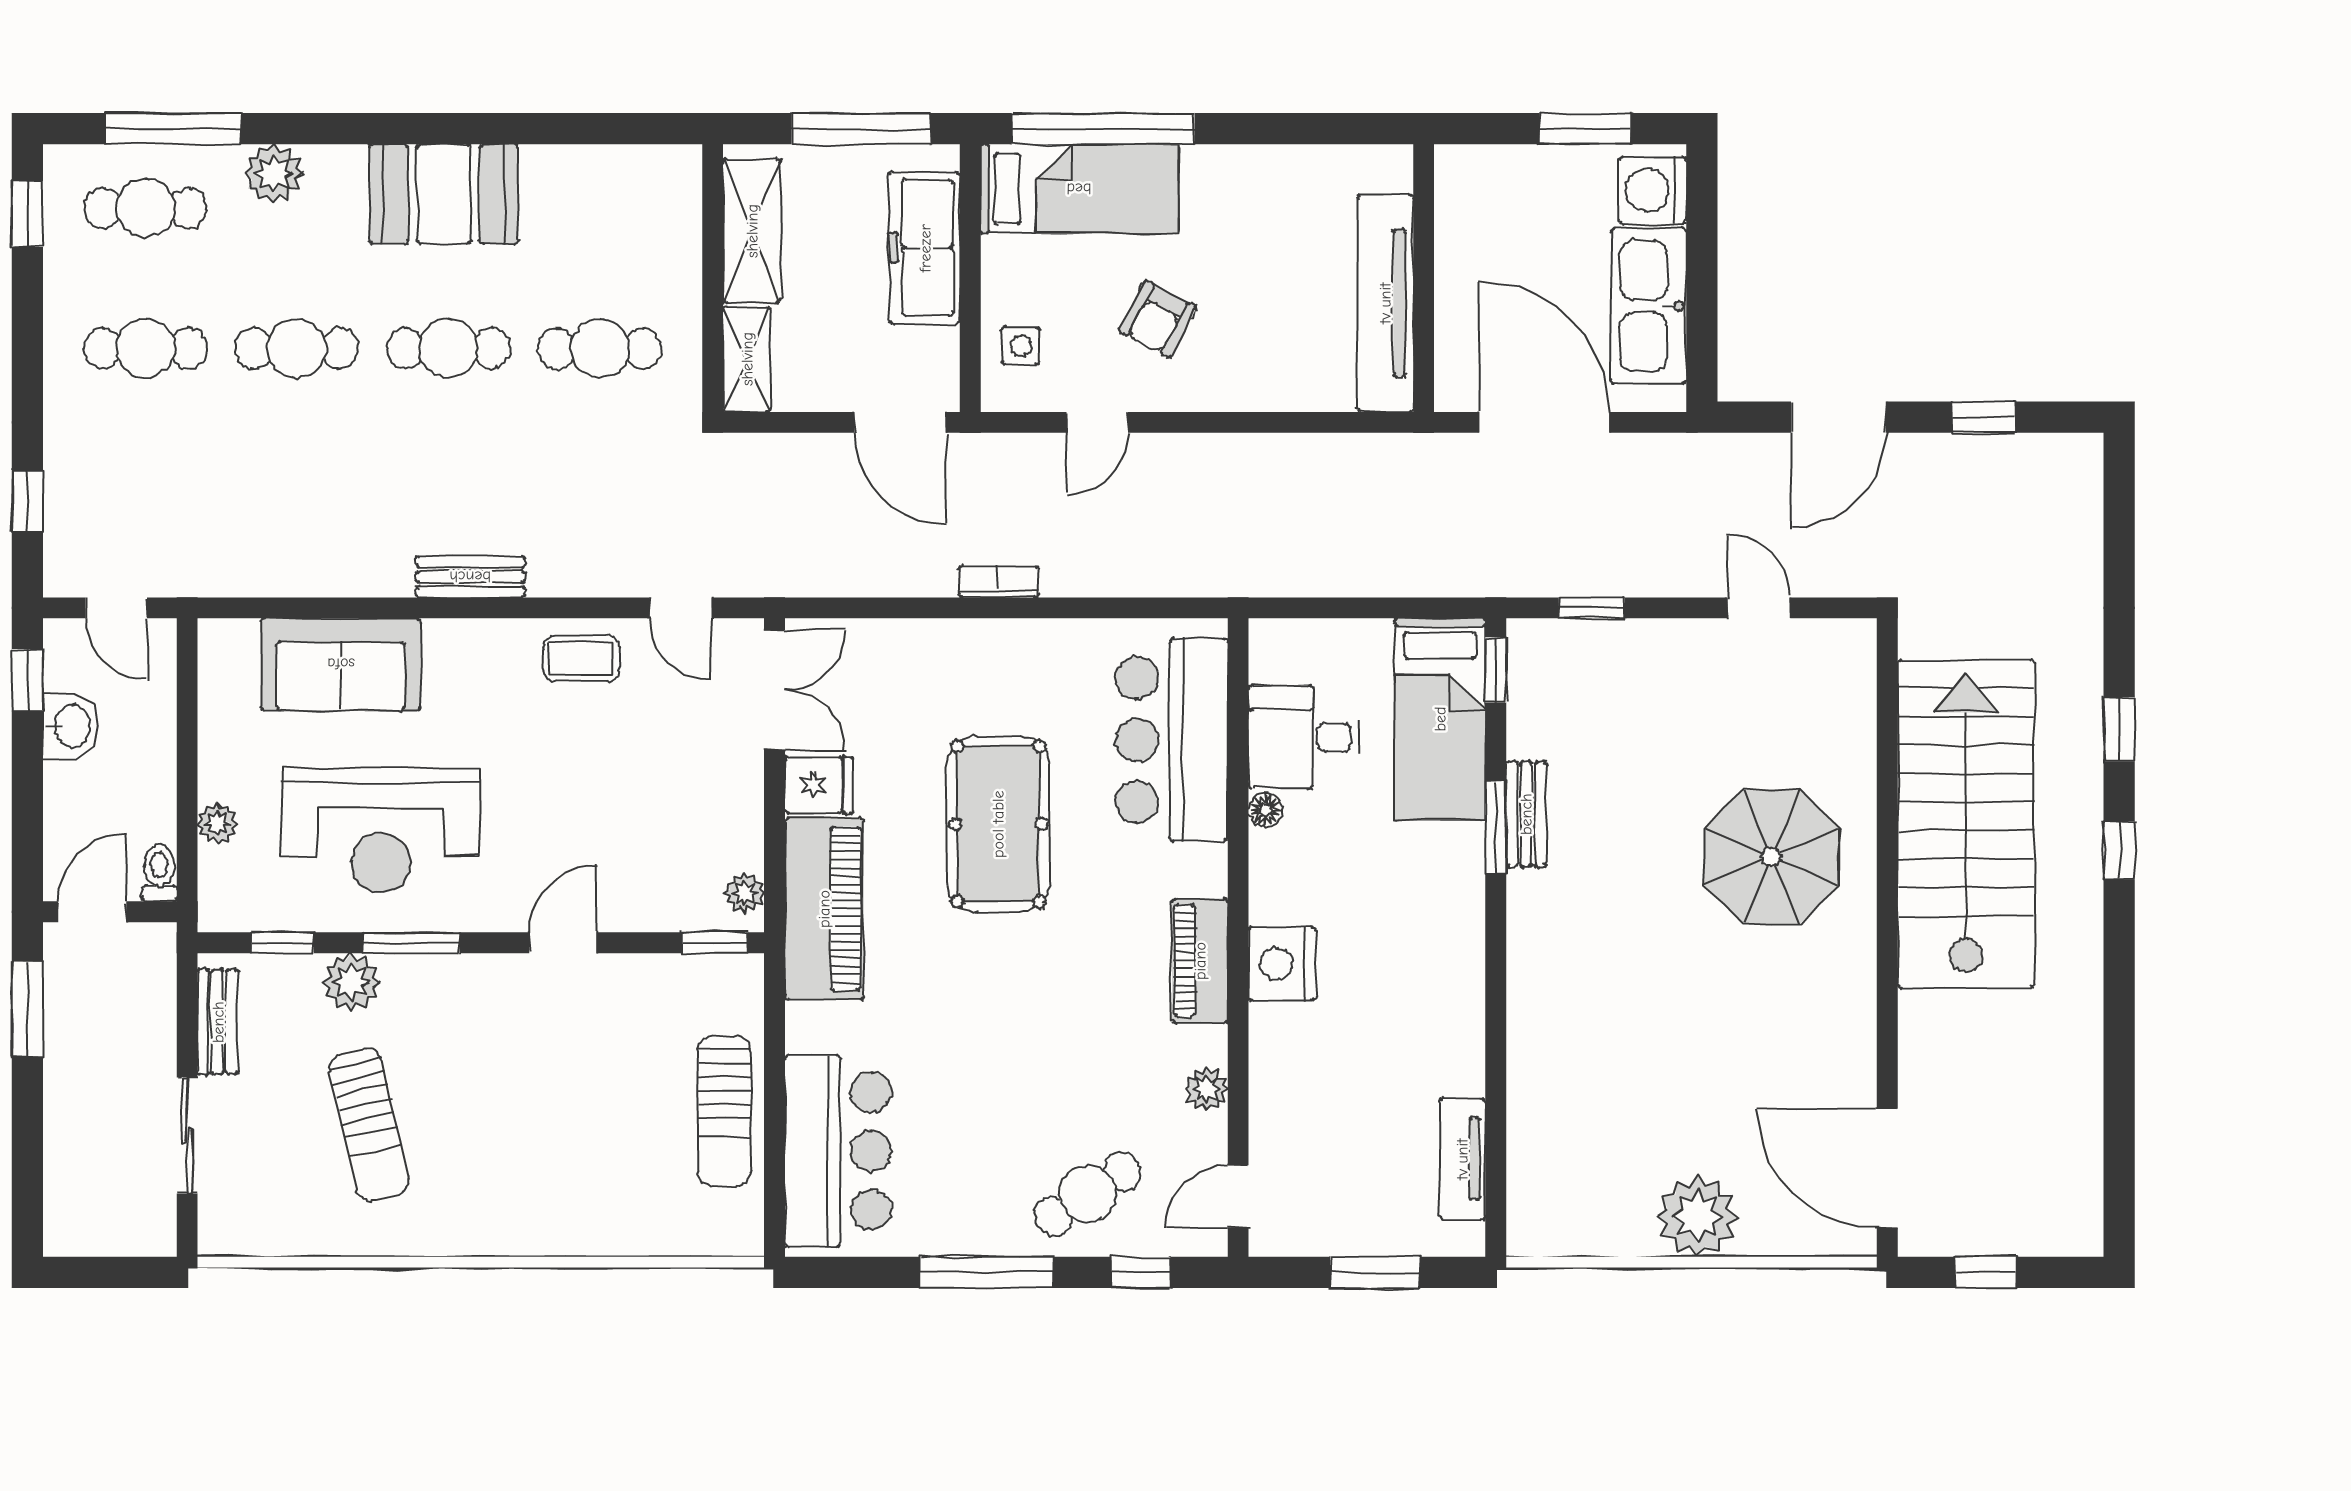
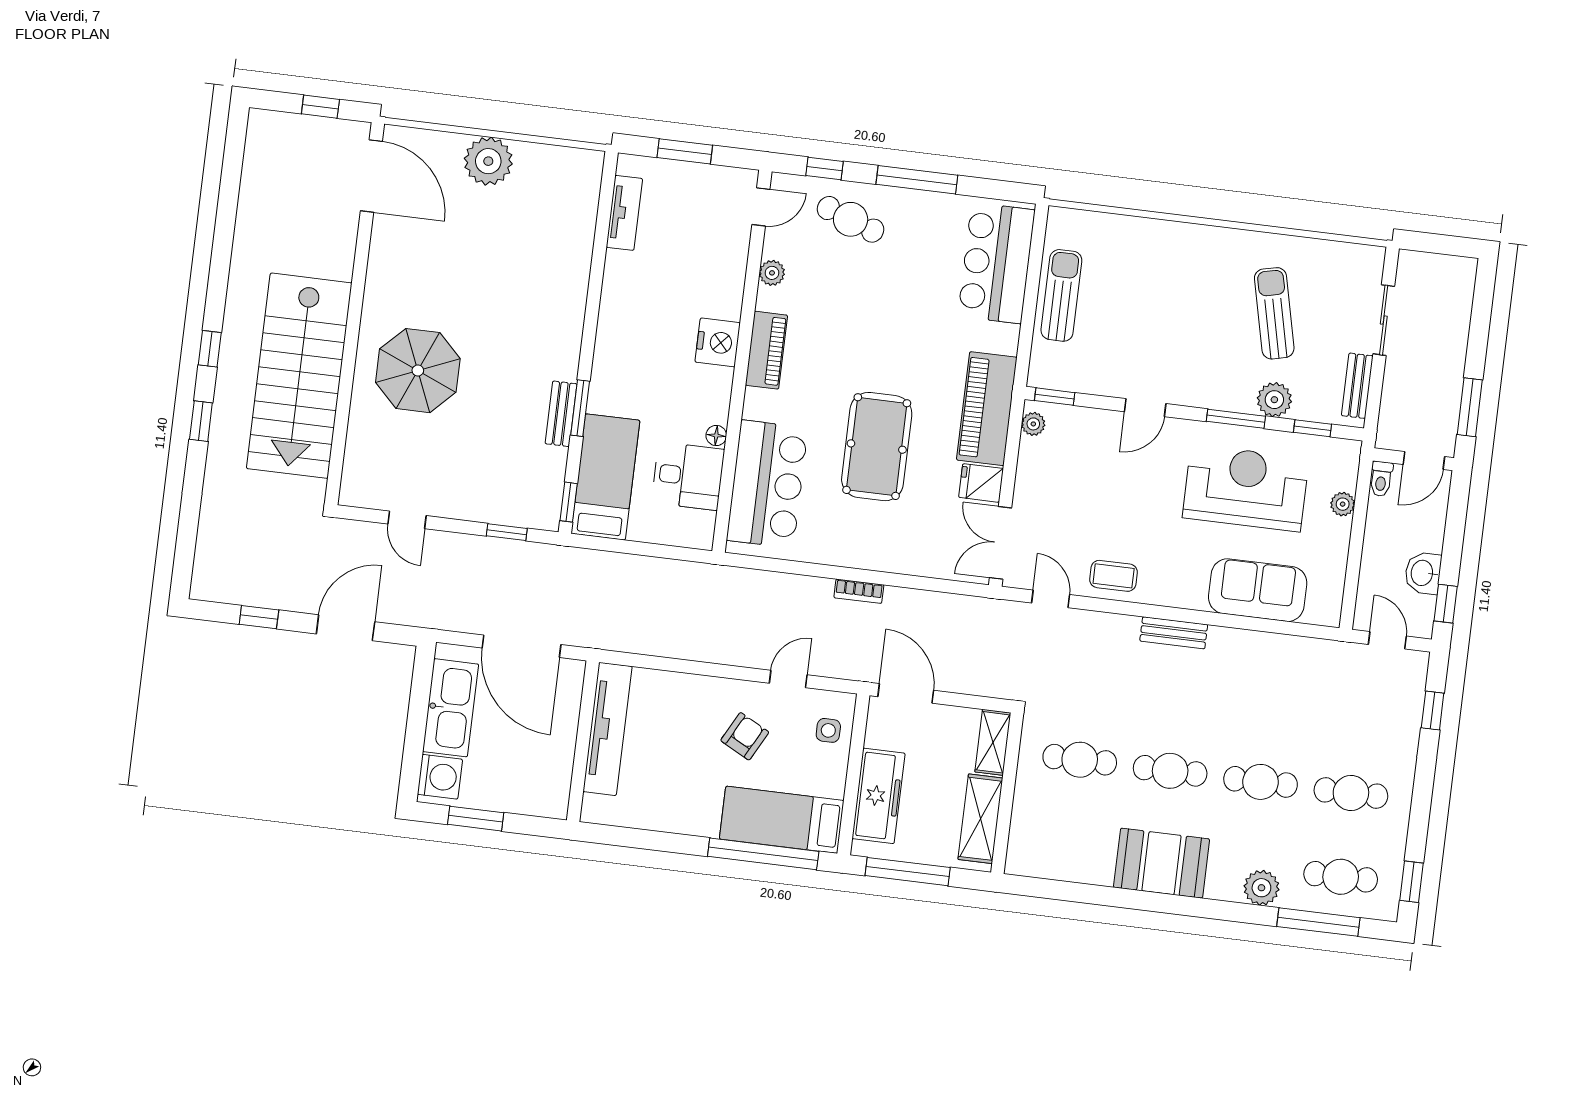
cafe table: (1088, 1194) -> (851, 219), turned 53

